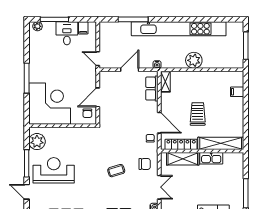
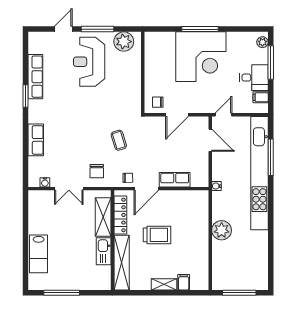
kitchen unit: (179, 29) -> (259, 173), moved
door: (130, 70) -> (210, 140), moved
shelving: (165, 82) -> (164, 284), moved
row of seats: (152, 89) -> (175, 180), moved
door: (98, 97) -> (177, 115), swing flipped
corner desk: (50, 104) -> (201, 57), moved
reception desk: (54, 170) -> (89, 62), turned 180
coffee table: (116, 171) -> (119, 140), moved

